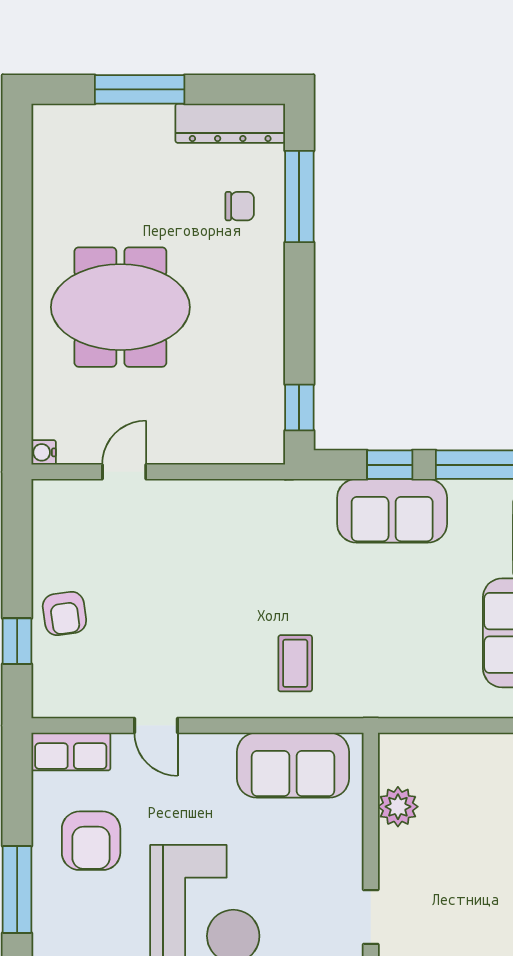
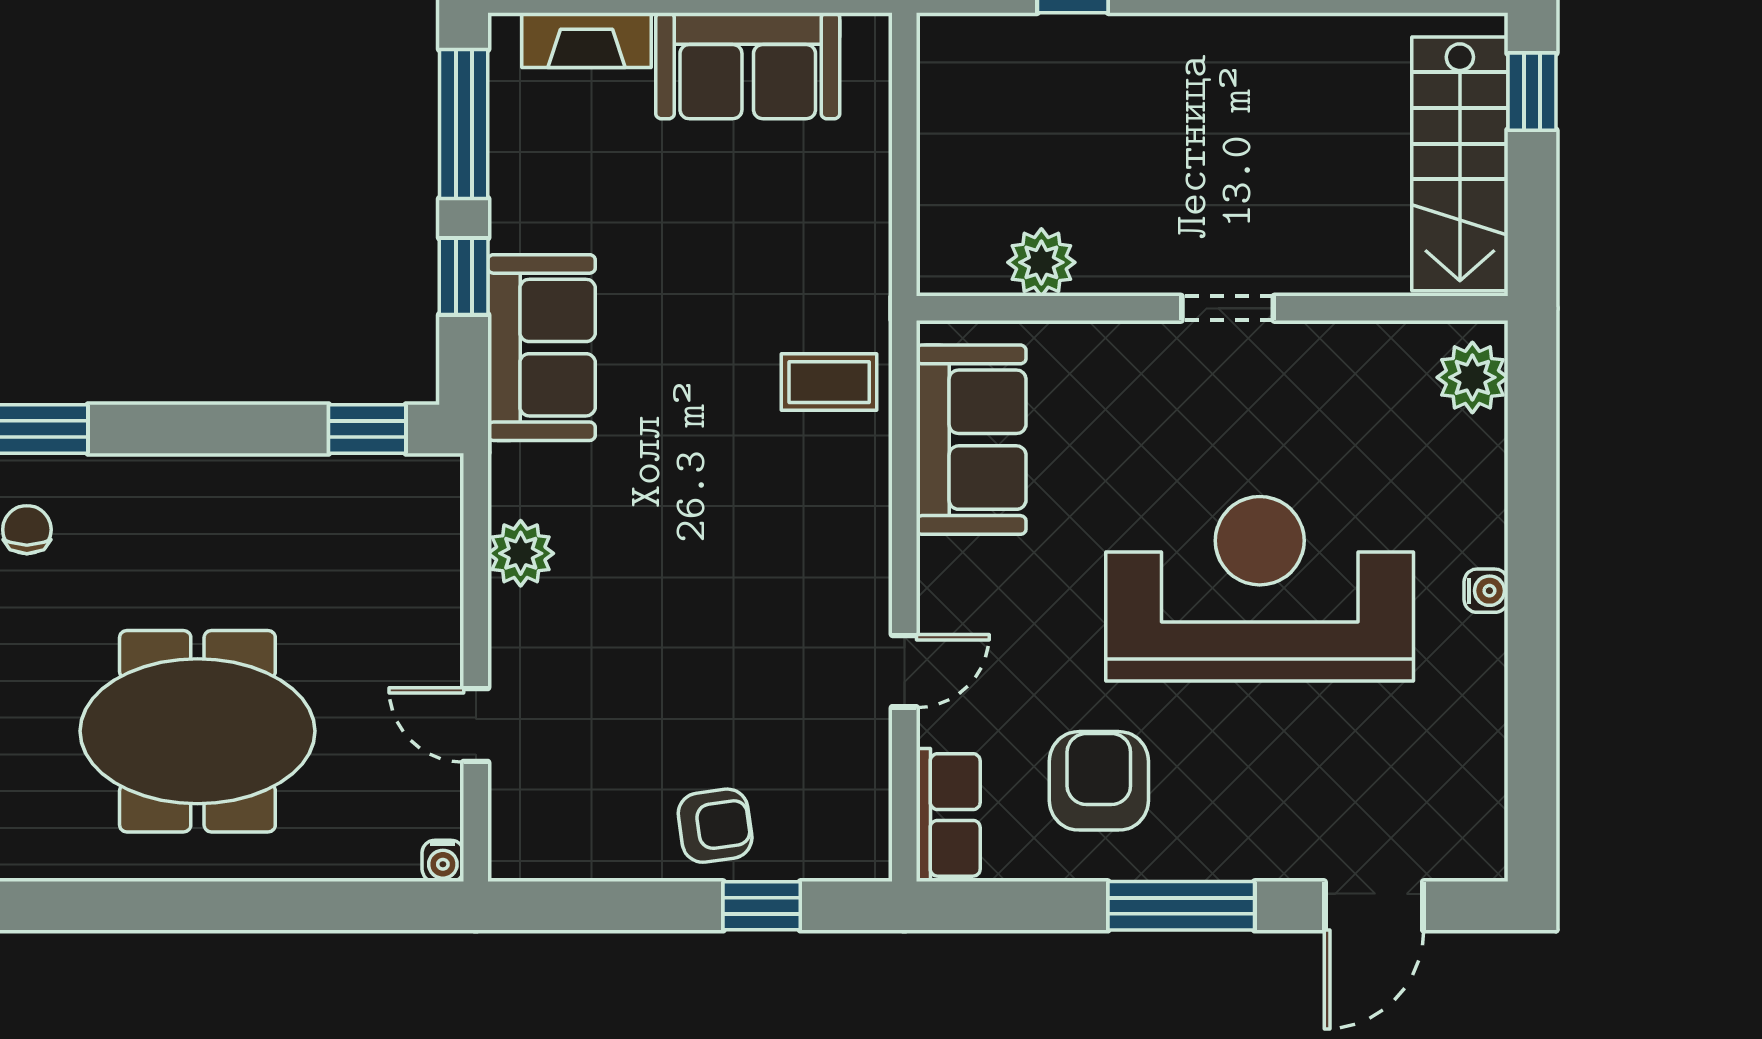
meeting table: (120, 307) -> (197, 731), turned 90
plant: (226, 498) -> (521, 553), added
sofa: (392, 511) -> (542, 348), moved
coffee table: (295, 663) -> (829, 382), moved
armchair: (91, 841) -> (1099, 781), turned -90

